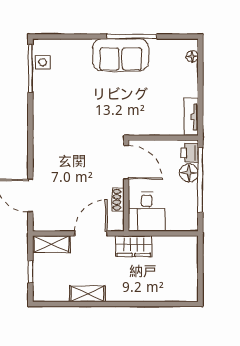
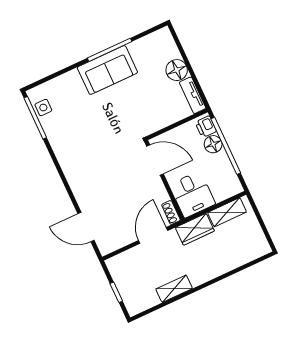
floor lamp: (192, 56) -> (177, 70), moved, width x1.89, depth x1.89
shoe rack: (118, 200) -> (171, 212), moved
shelving: (51, 244) -> (227, 212), moved

